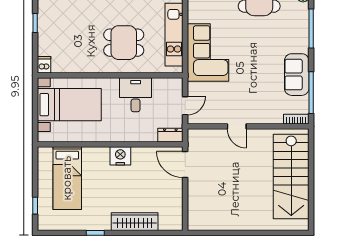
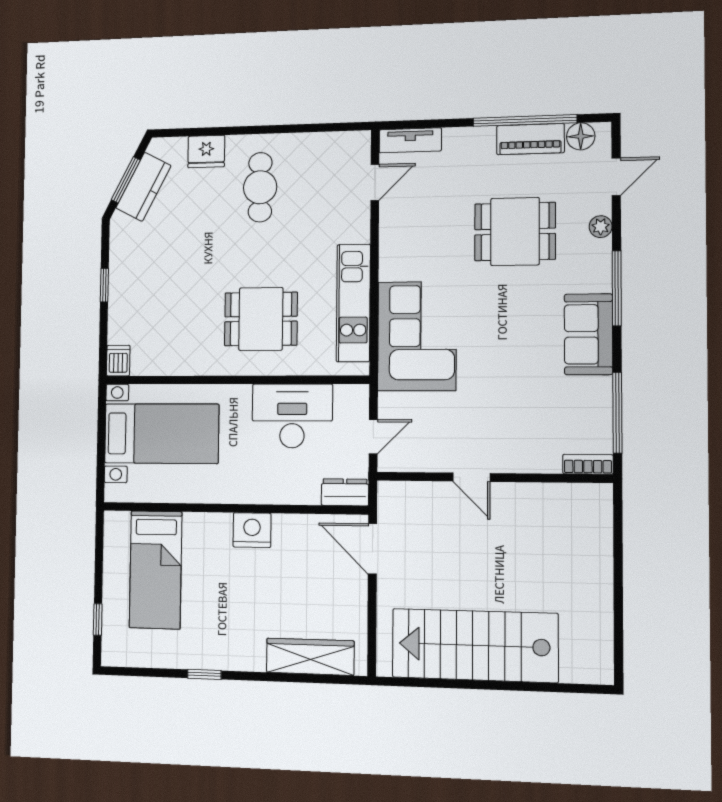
sofa: (297, 75) -> (588, 334), moved
desk: (136, 95) -> (292, 416), width x1.37
stairs: (291, 177) -> (475, 645), moved, turned 90
wardrobe: (135, 222) -> (310, 657), moved

